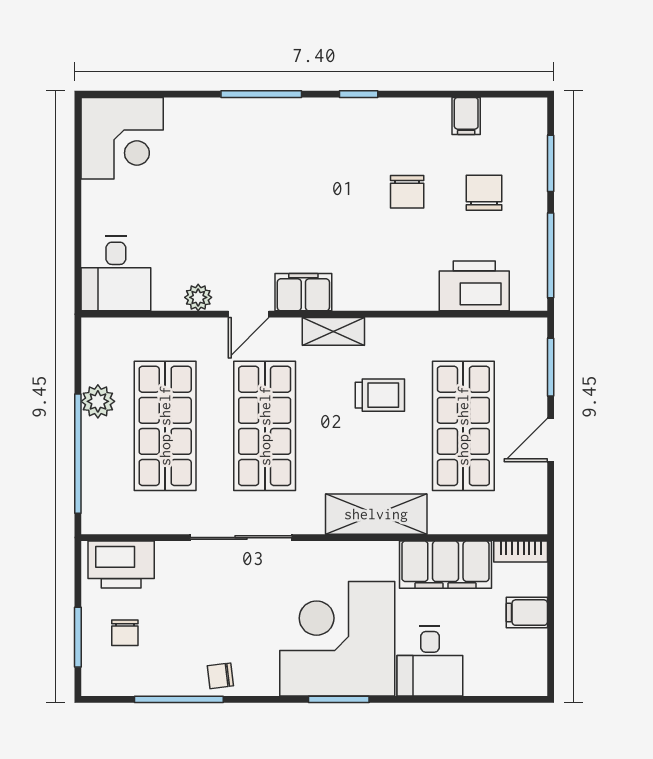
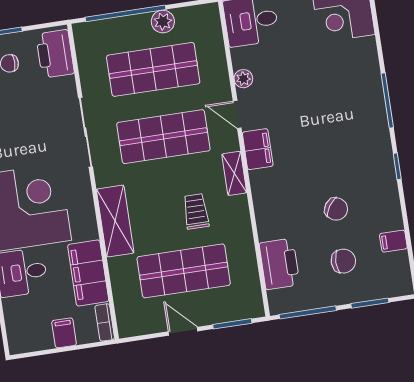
chair: (407, 192) -> (336, 209), turned -146
trolley: (380, 395) -> (196, 211), turned 180

